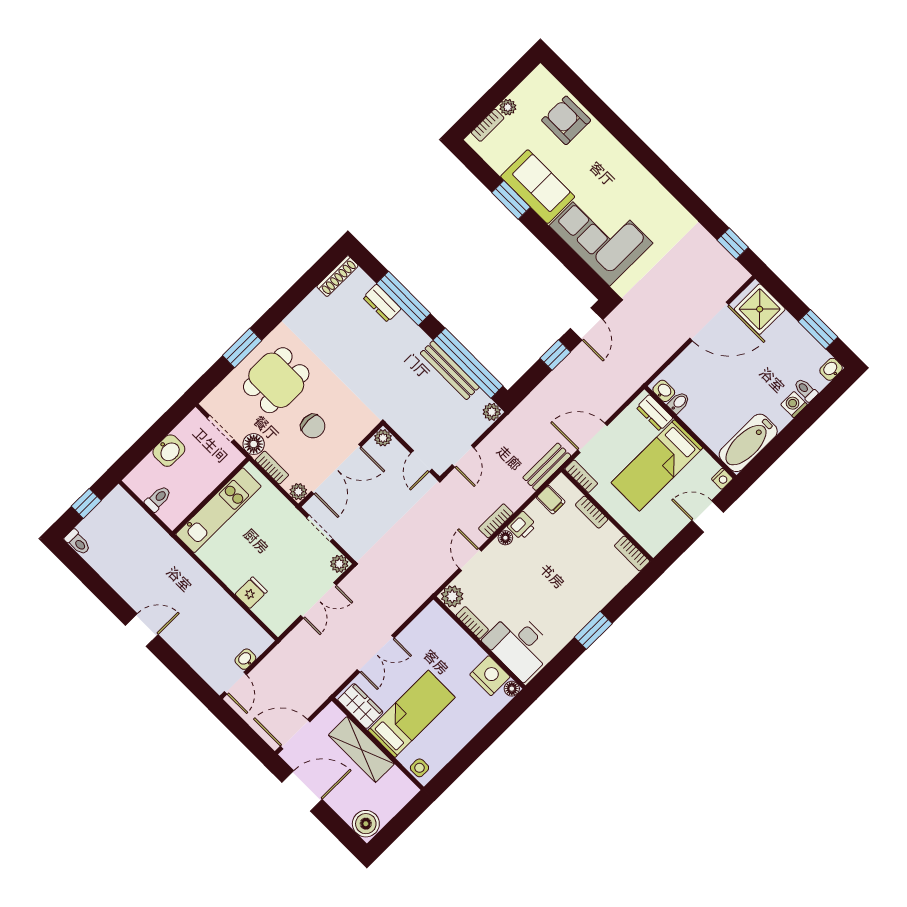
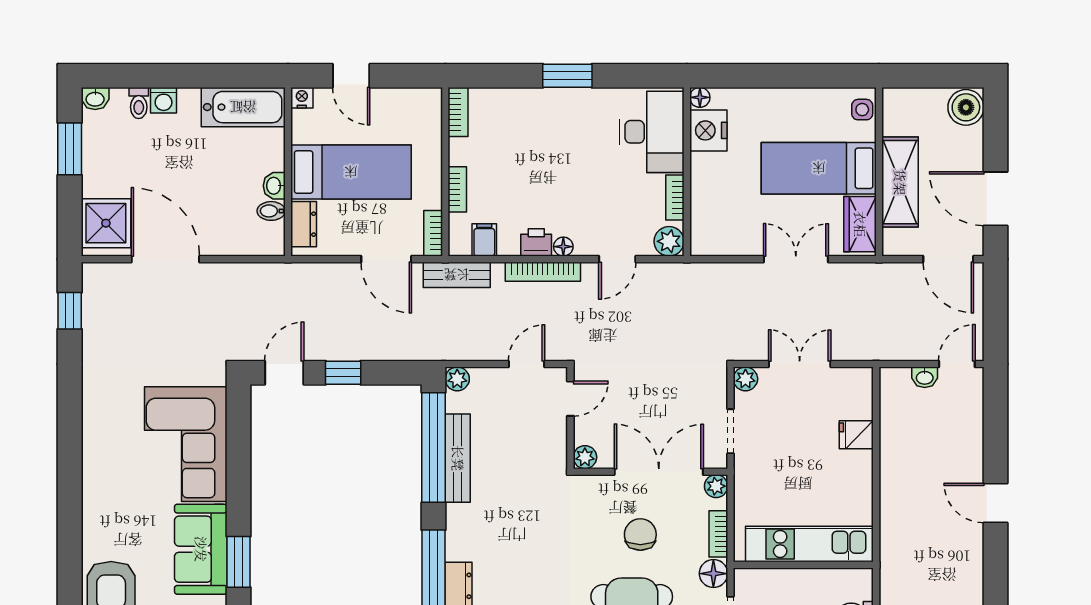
washbasin: (664, 391) -> (274, 186), moved
bookcase: (496, 521) -> (543, 272), width x1.56

